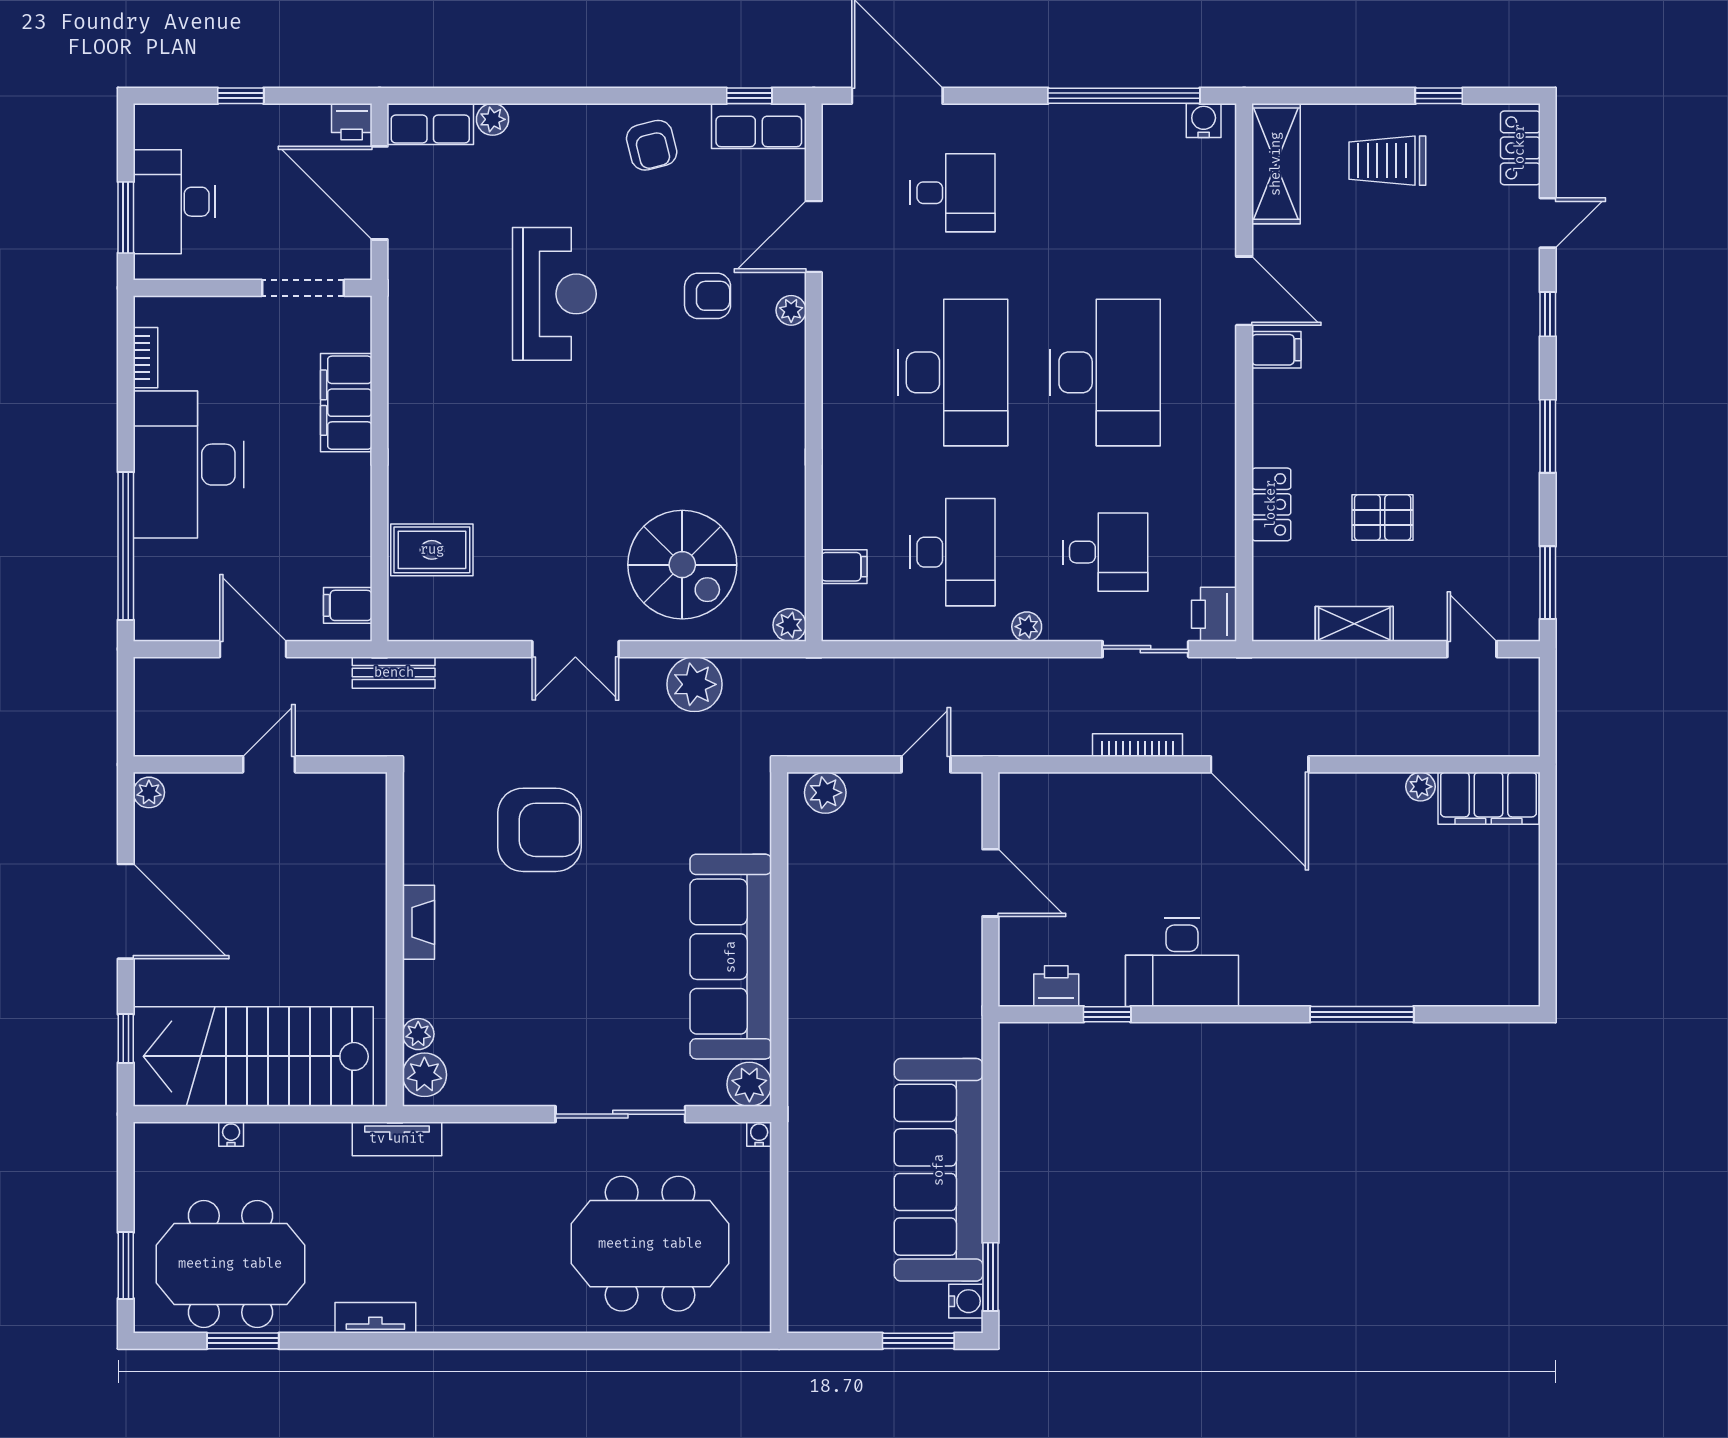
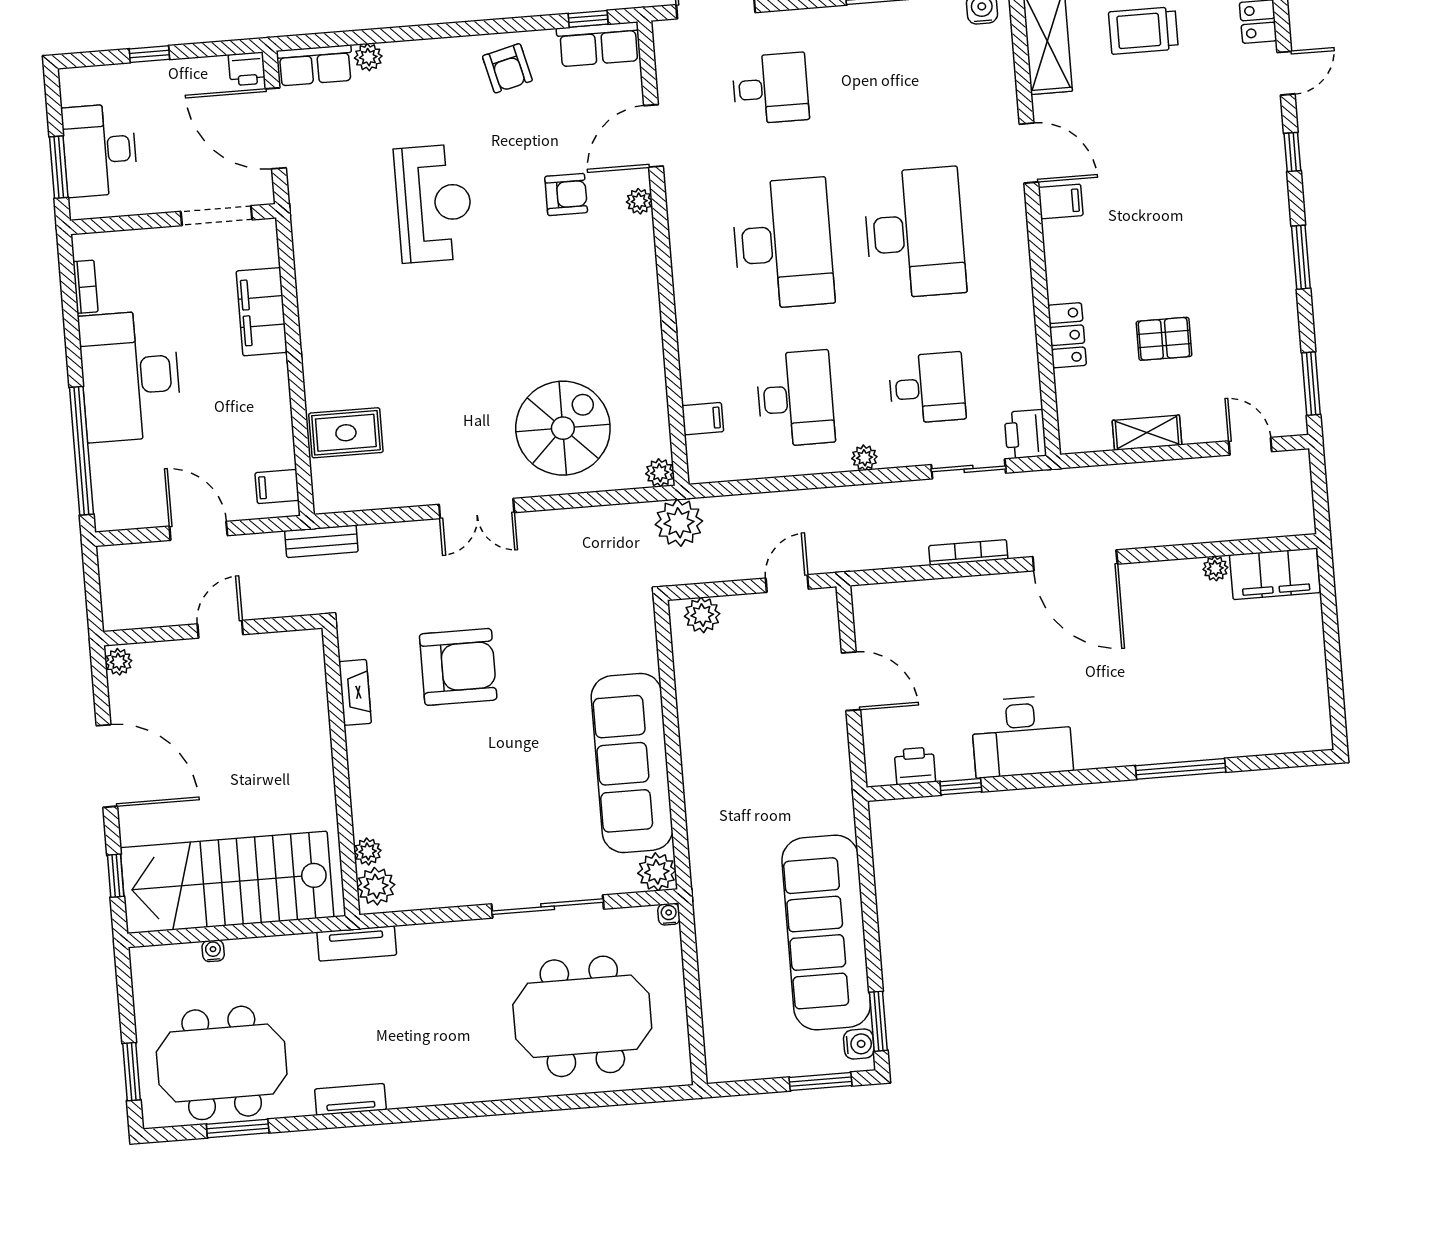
spiral stairs: (682, 565) -> (563, 428), turned -90
plant: (694, 684) -> (679, 523), moved
fireplace: (418, 922) -> (355, 692), moved

